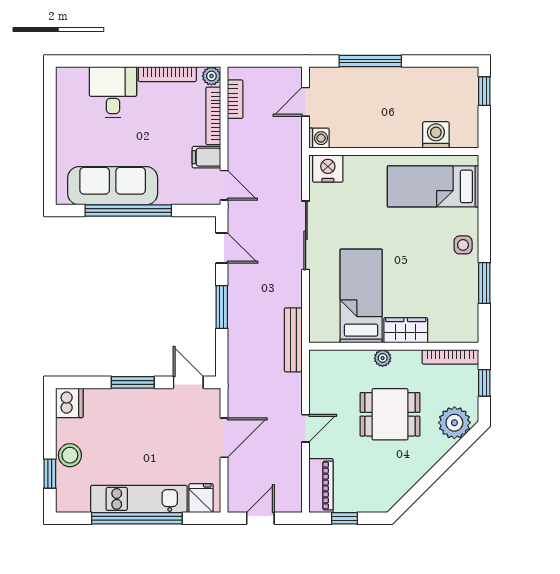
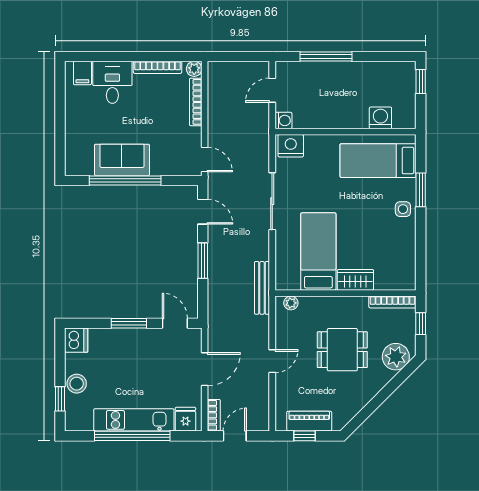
bookcase: (235, 99) -> (214, 415), moved
filing cabinet: (206, 157) -> (82, 73), moved, turned -90
sofa: (113, 186) -> (122, 160), width x0.73
window: (484, 283) -> (421, 190), moved
plant: (383, 358) -> (291, 303), moved
piano: (321, 486) -> (309, 421), moved, turned -90

